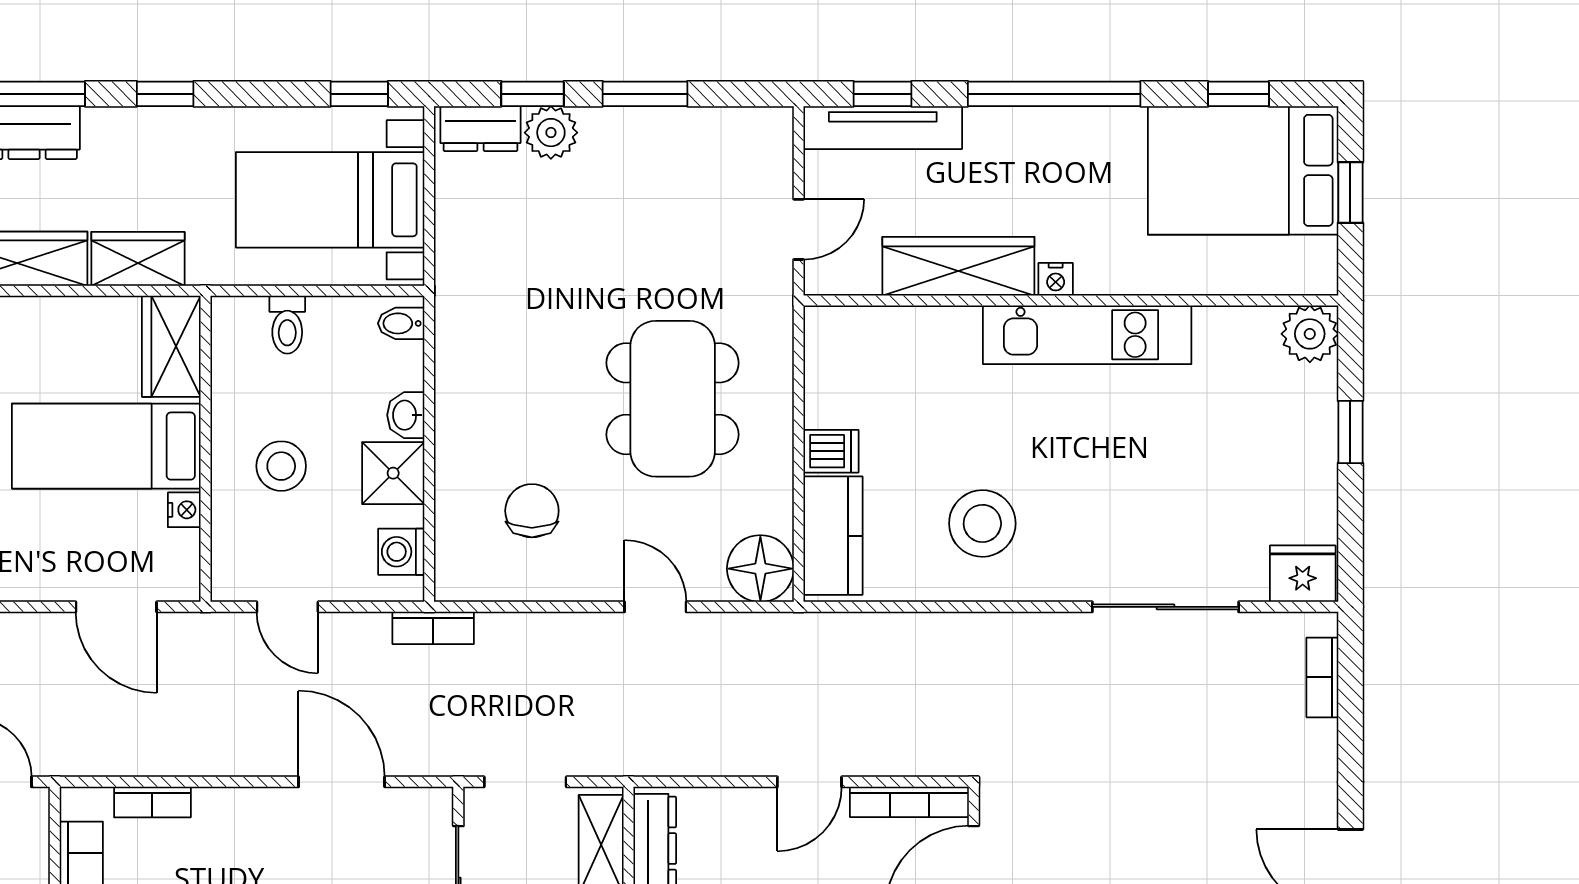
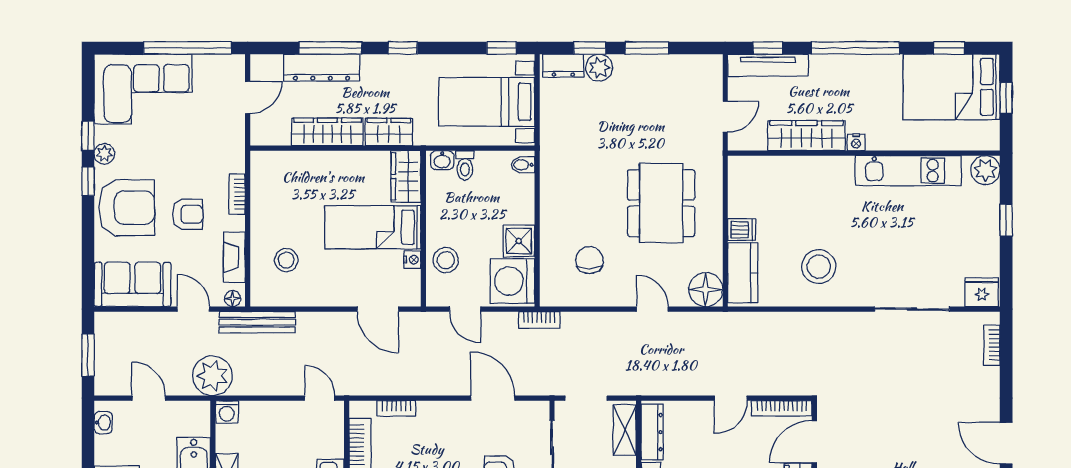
kitchen unit: (1087, 335) -> (908, 171), moved
washbasin: (406, 415) -> (442, 160), moved, turned -90
stool: (281, 466) -> (446, 260), moved
washing machine: (401, 552) -> (512, 281), width x1.89, depth x1.89

